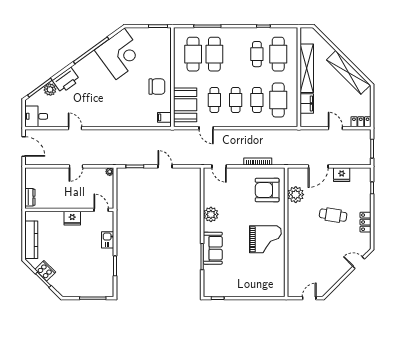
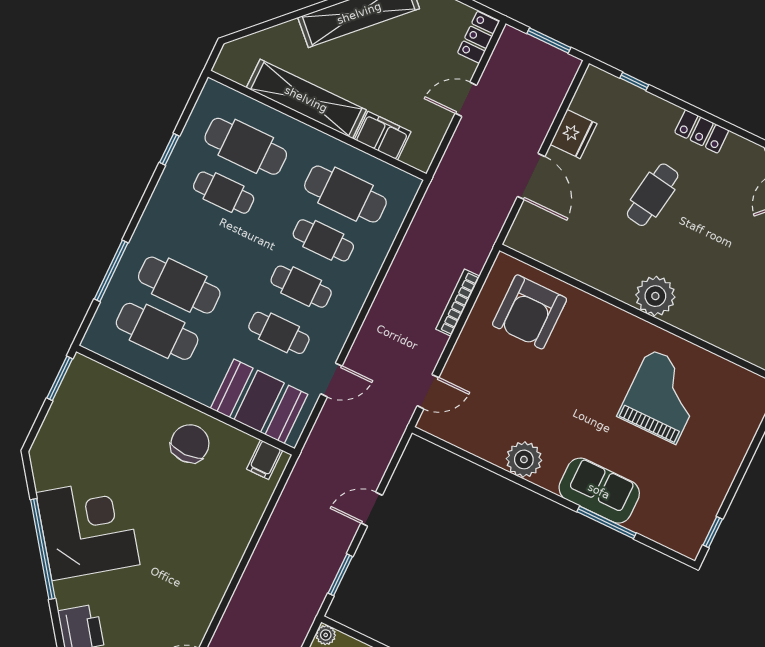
corner desk: (120, 54) -> (88, 529), moved
plant: (296, 195) -> (655, 296), moved
grand piano: (265, 239) -> (663, 396), moved

